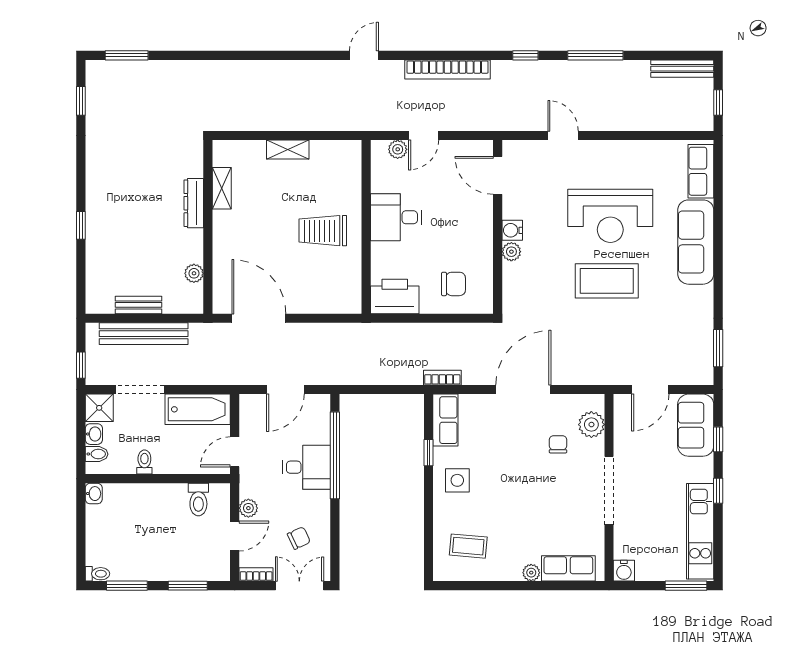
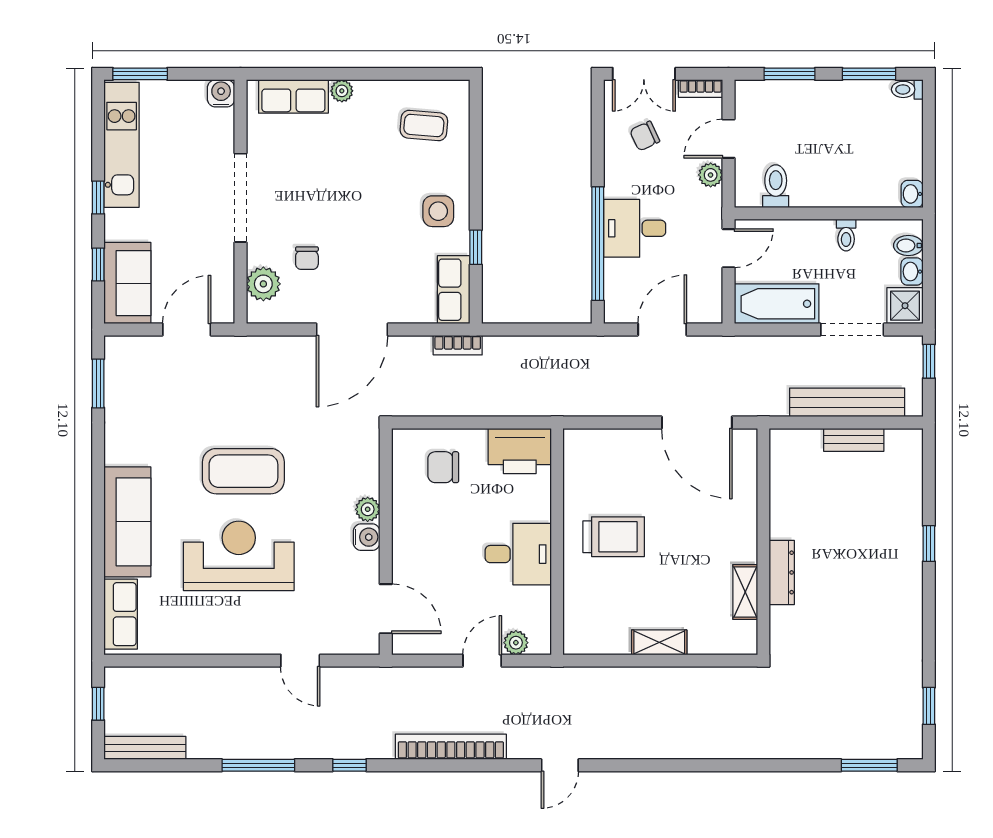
plant: (194, 273) -> (781, 481), removed

